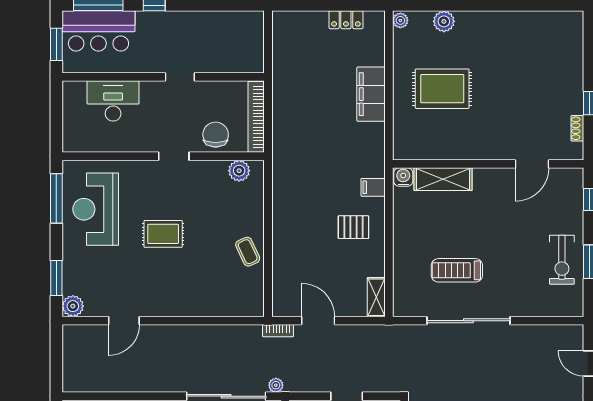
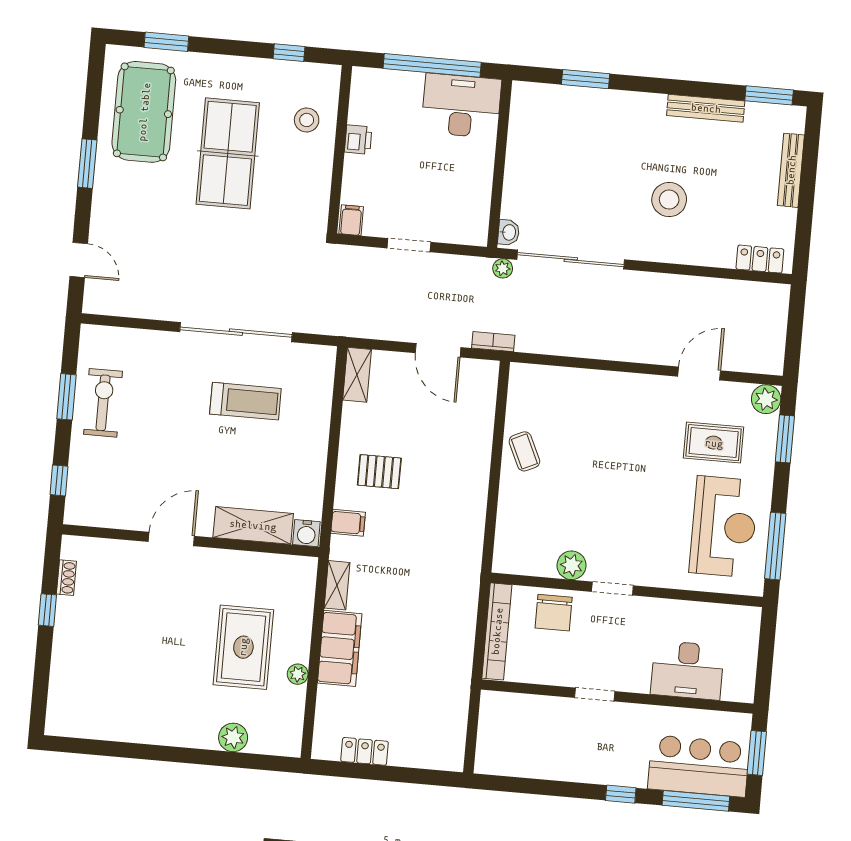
plant: (400, 20) -> (298, 674), moved
rug: (442, 89) -> (243, 647), turned 90
shelving: (377, 141) -> (337, 585), added
door: (532, 164) -> (171, 539), moved
plant: (239, 171) -> (572, 565), moved
rug: (163, 234) -> (714, 443), moved

